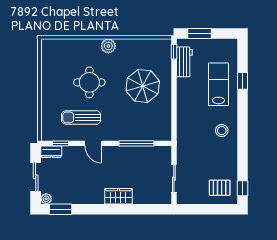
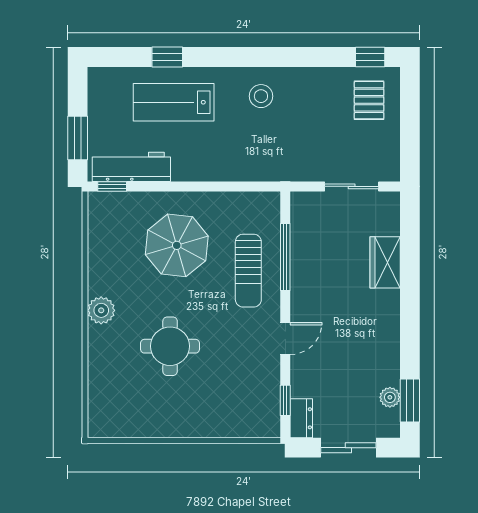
workbench: (184, 62) -> (131, 167), width x1.38
sun lounger: (81, 117) -> (248, 271), moved
wardrobe: (118, 196) -> (385, 262), moved
plant: (46, 199) -> (390, 397), moved

